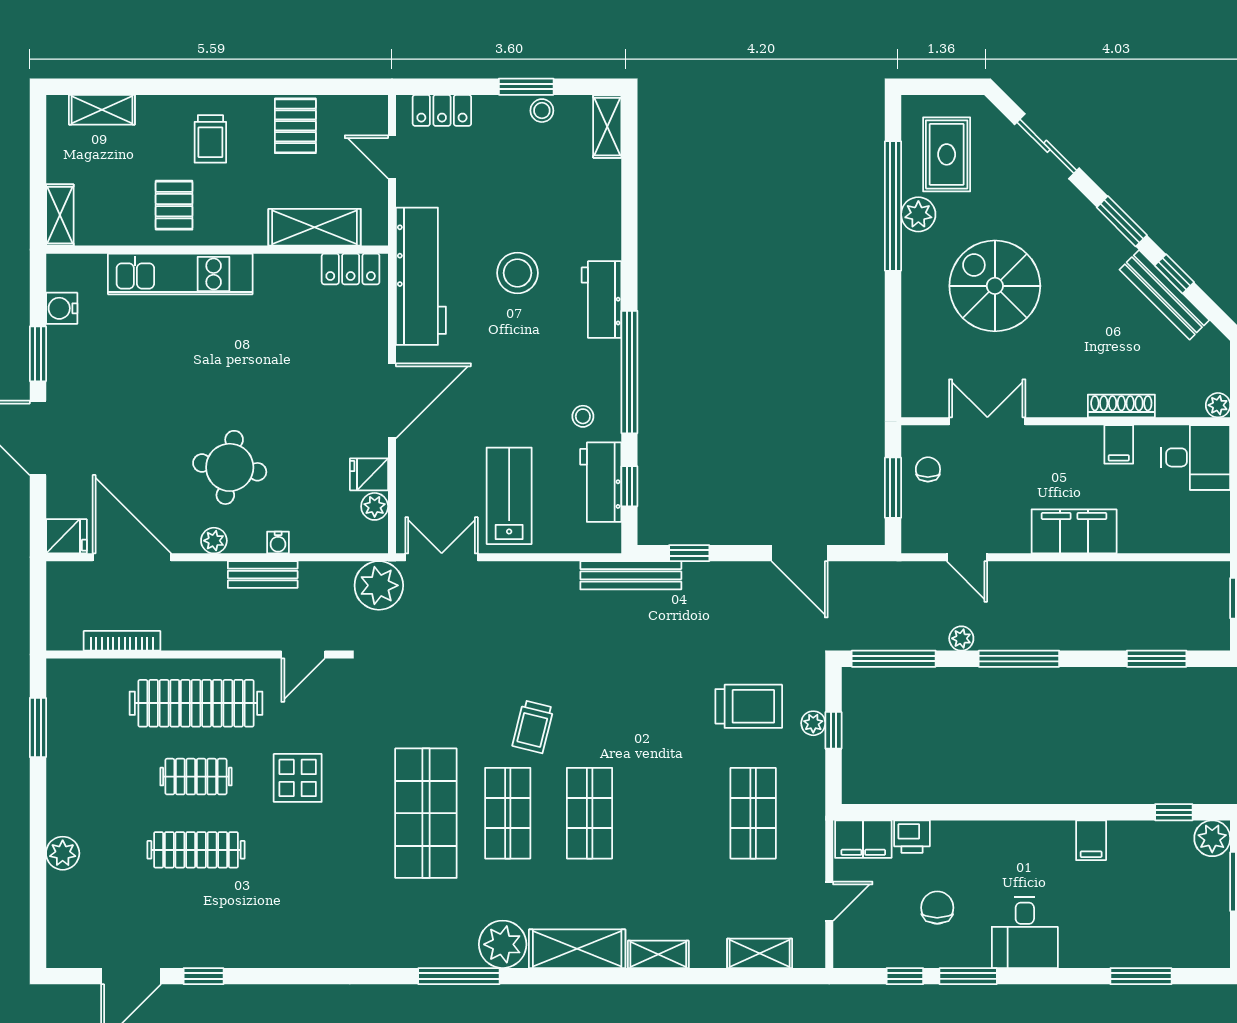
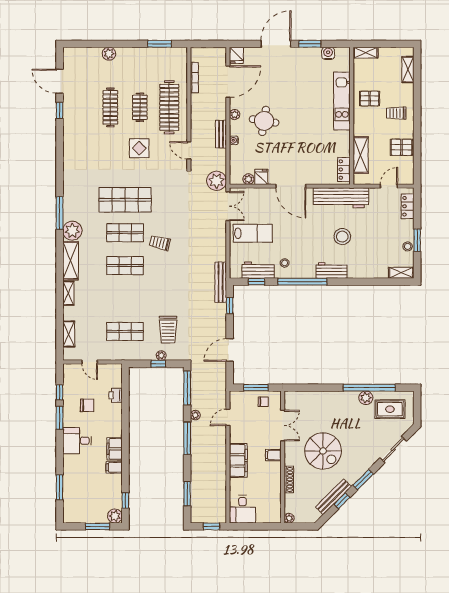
spiral stairs: (995, 286) -> (323, 451), moved, turned 90
filing cabinet: (1119, 444) -> (273, 455), moved
desk: (1195, 457) -> (242, 509), moved
filing cabinet: (863, 839) -> (115, 449), moved

